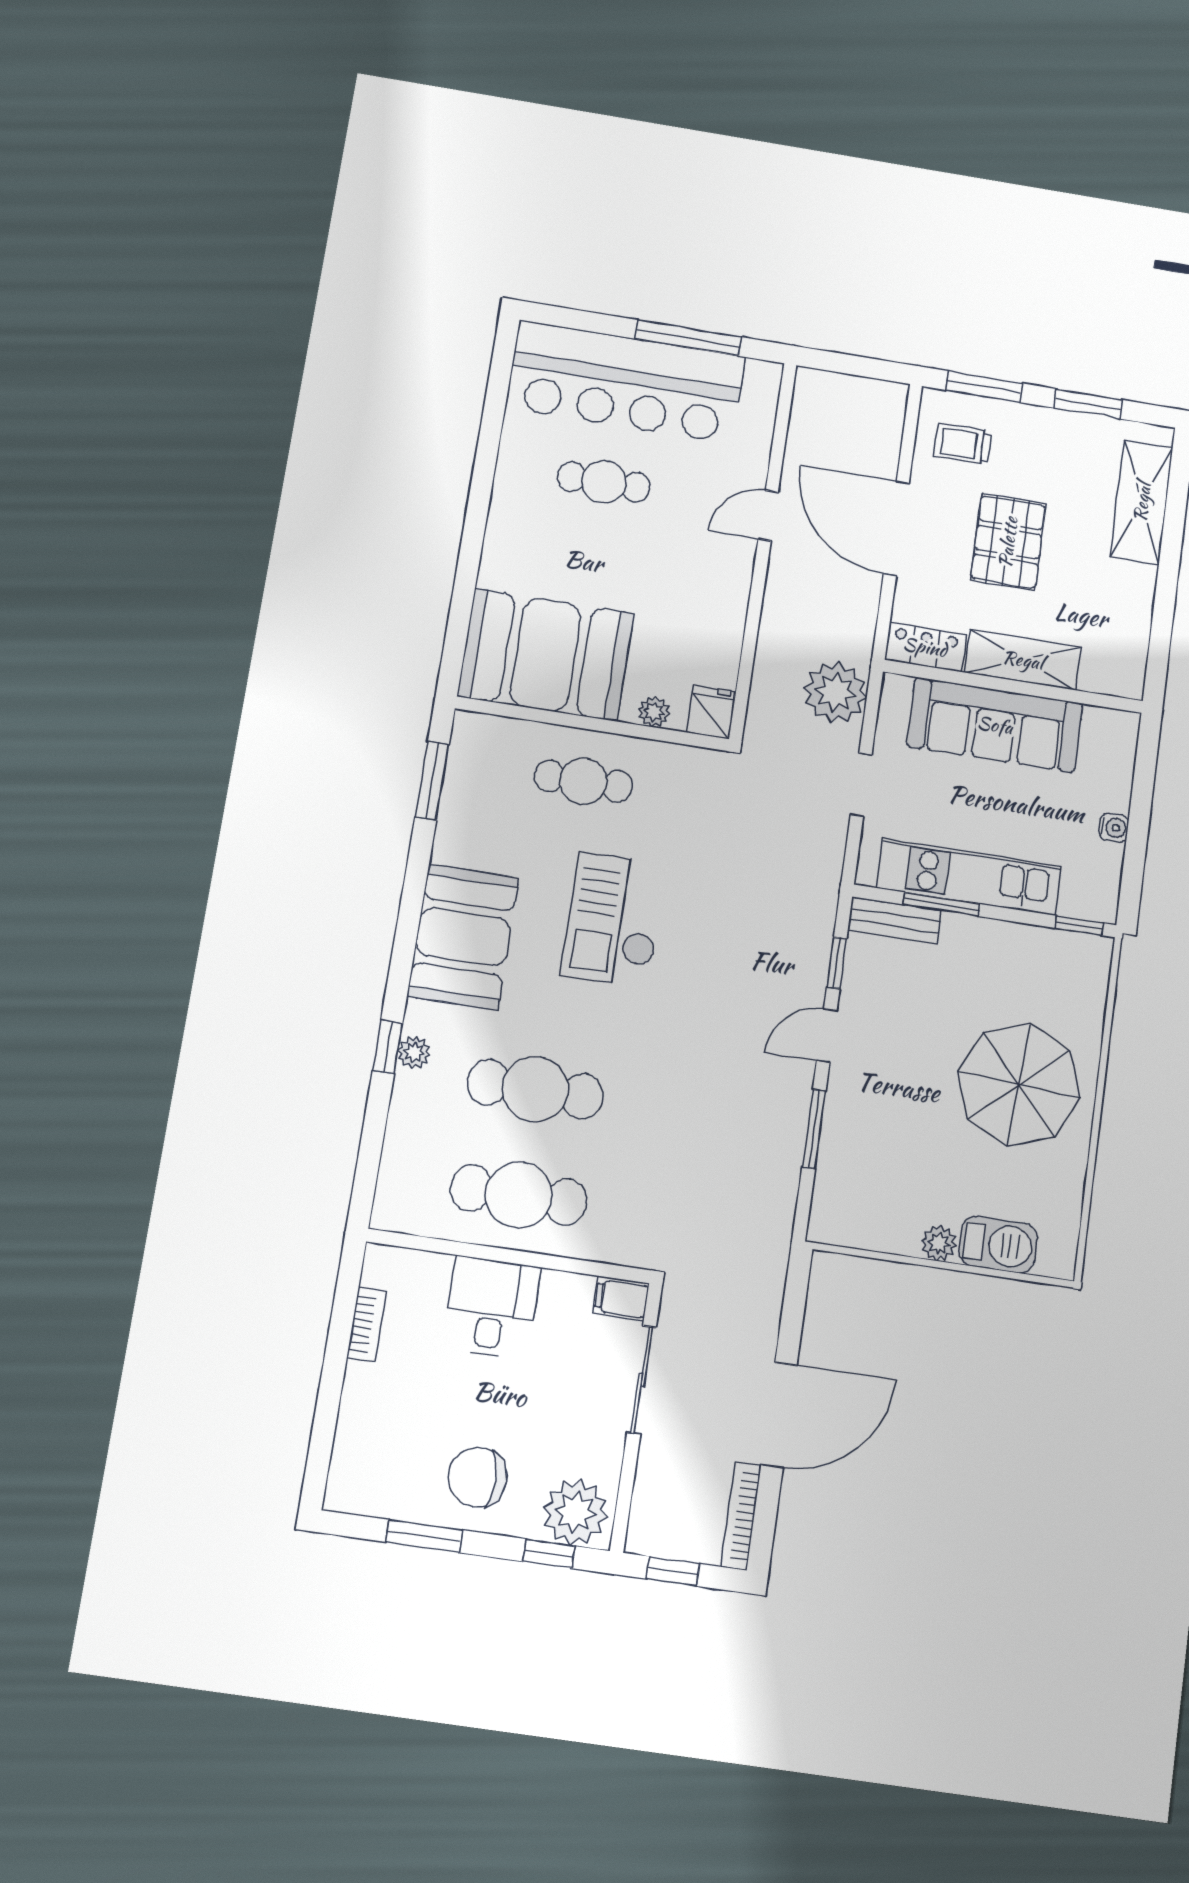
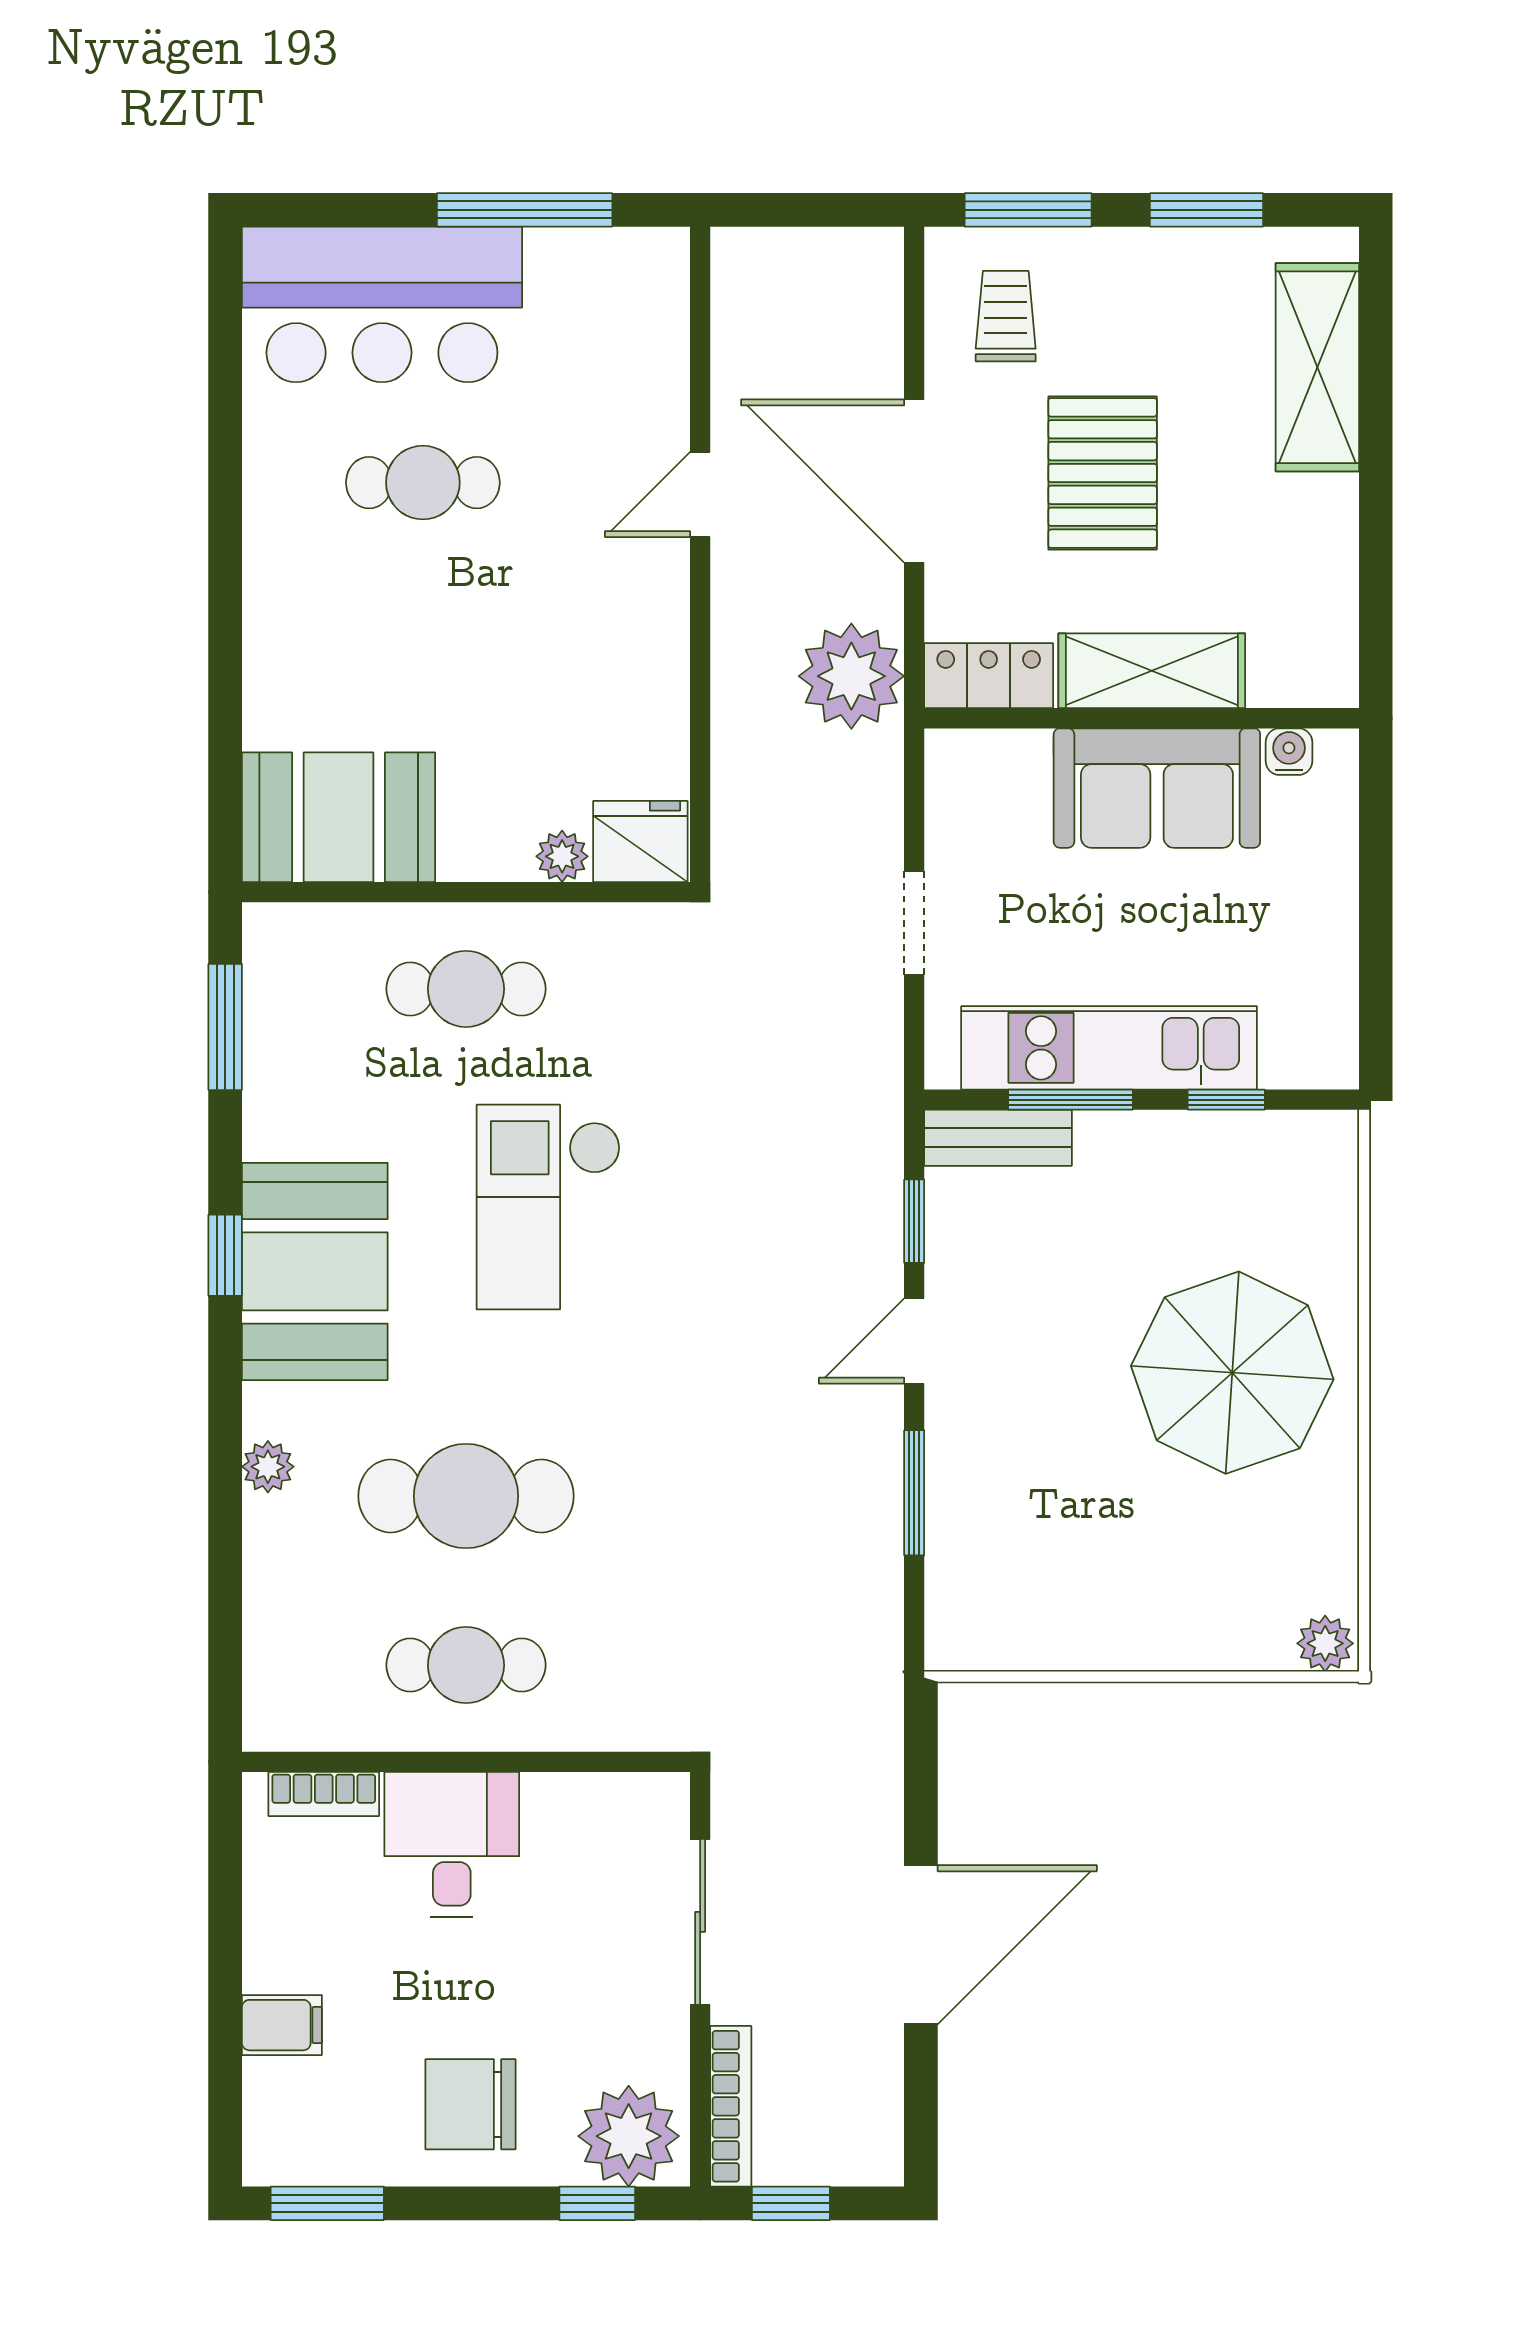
bar counter: (626, 382) -> (382, 304), width x0.73
trolley: (963, 444) -> (1006, 316), turned 90
booth: (546, 655) -> (339, 817), width x0.73, depth x0.70
plant: (835, 692) -> (851, 676), moved
fridge: (711, 712) -> (640, 842), width x1.38
sofa: (995, 725) -> (1157, 788), width x0.73
water cooler: (1114, 828) -> (1289, 752), moved, turned -90
window: (1079, 926) -> (1226, 1100), moved
window: (388, 1047) -> (225, 1255), moved
cafe table: (519, 1195) -> (466, 1665), width x0.73, depth x0.74
plant: (939, 1243) -> (1325, 1643), moved
barbecue: (998, 1245) -> (1231, 1632), removed
filing cabinet: (621, 1299) -> (282, 2025), moved, turned 180
bookcase: (367, 1324) -> (324, 1794), moved, turned 90
bookcase: (741, 1516) -> (731, 2106), moved, turned 180
window: (424, 1536) -> (327, 2203), moved

